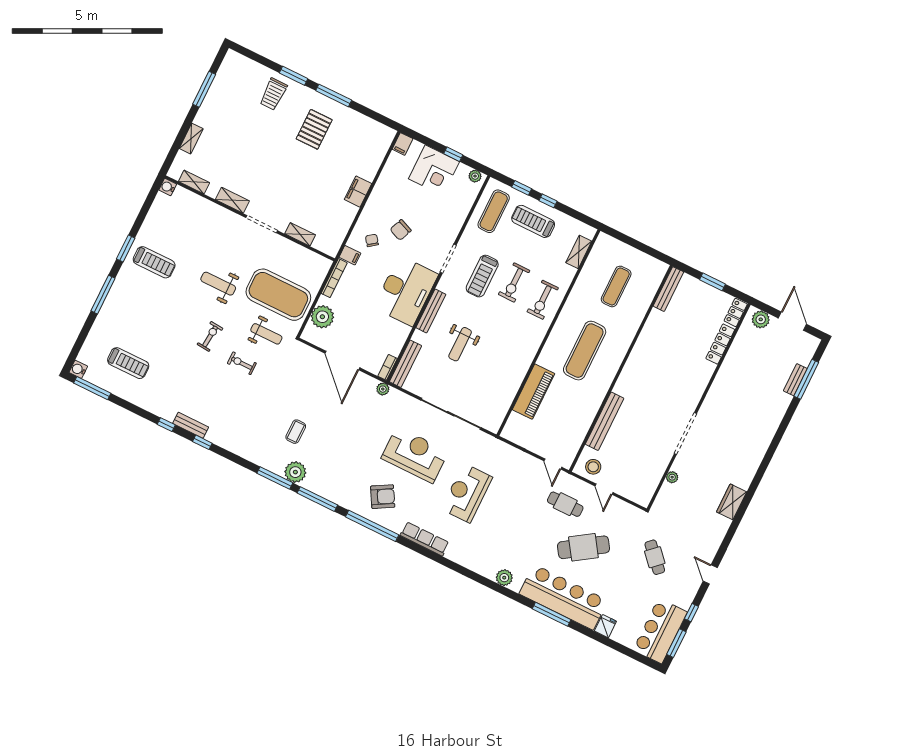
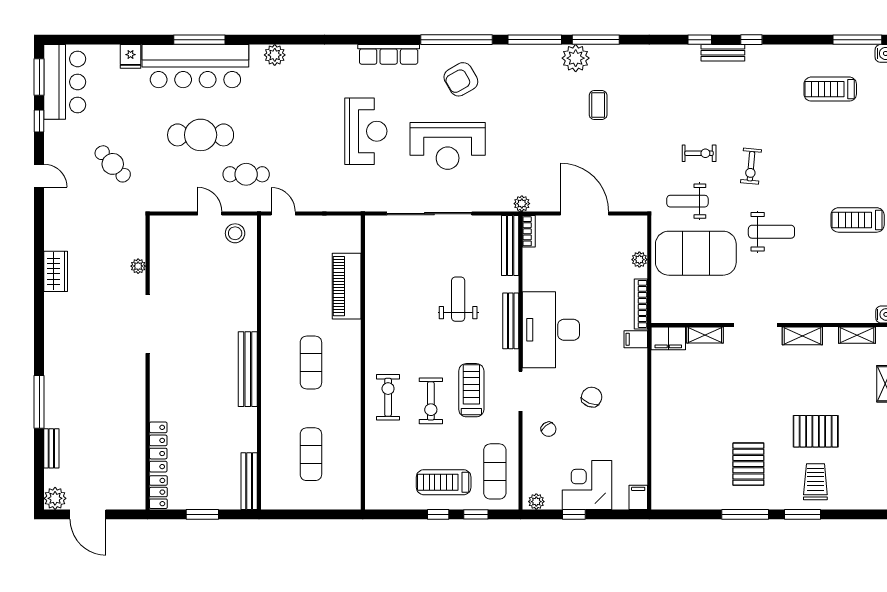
pallet: (256, 129) -> (816, 431), added
filing cabinet: (358, 192) -> (668, 338), moved, turned 90
treadmill: (533, 221) -> (444, 482), turned 180
chair: (372, 240) -> (549, 429), moved
shelving: (579, 252) -> (374, 473), removed
exercise bike: (514, 283) -> (431, 401), turned 180
plant: (322, 317) -> (639, 260), width x0.53, depth x0.53
plant: (761, 319) -> (55, 498), moved
exercise mat: (585, 351) -> (311, 362), width x0.73, depth x0.69
window: (806, 379) -> (39, 402), moved
bench: (605, 421) -> (248, 369), moved
cafe table: (583, 547) -> (201, 135), turned 34

